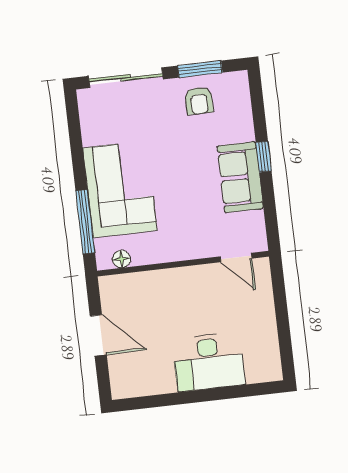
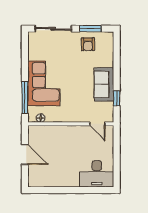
window: (264, 157) -> (117, 98), moved
desk: (209, 362) -> (97, 174), moved

